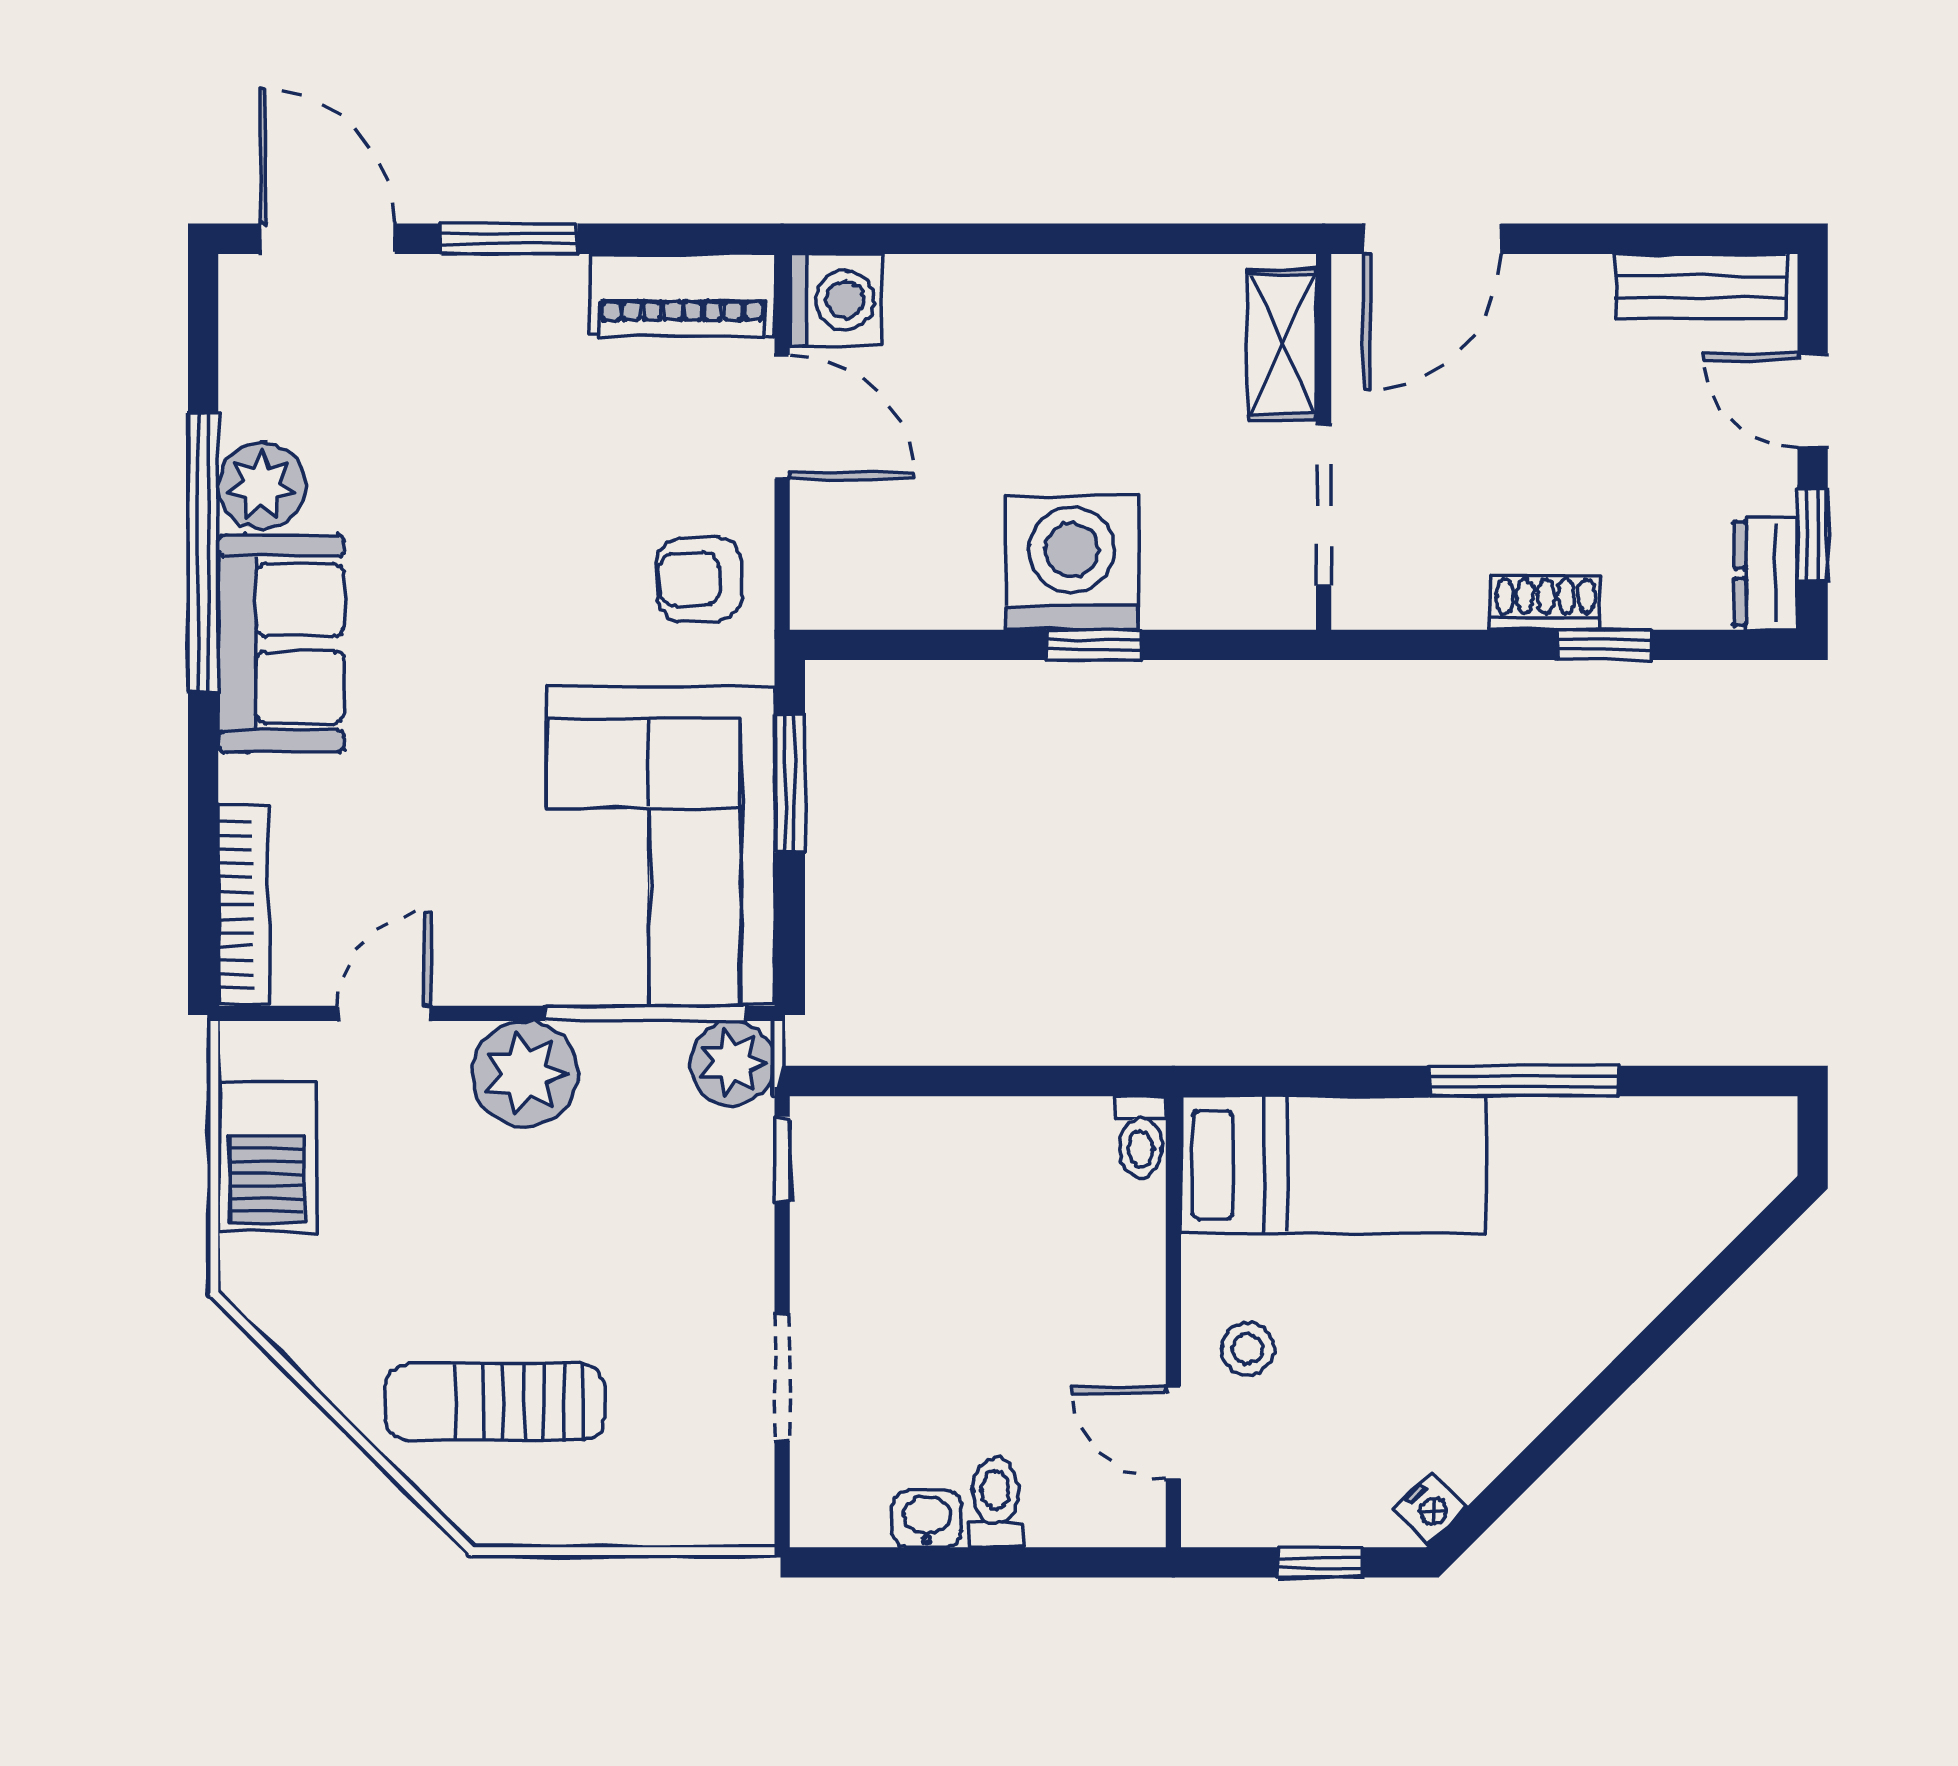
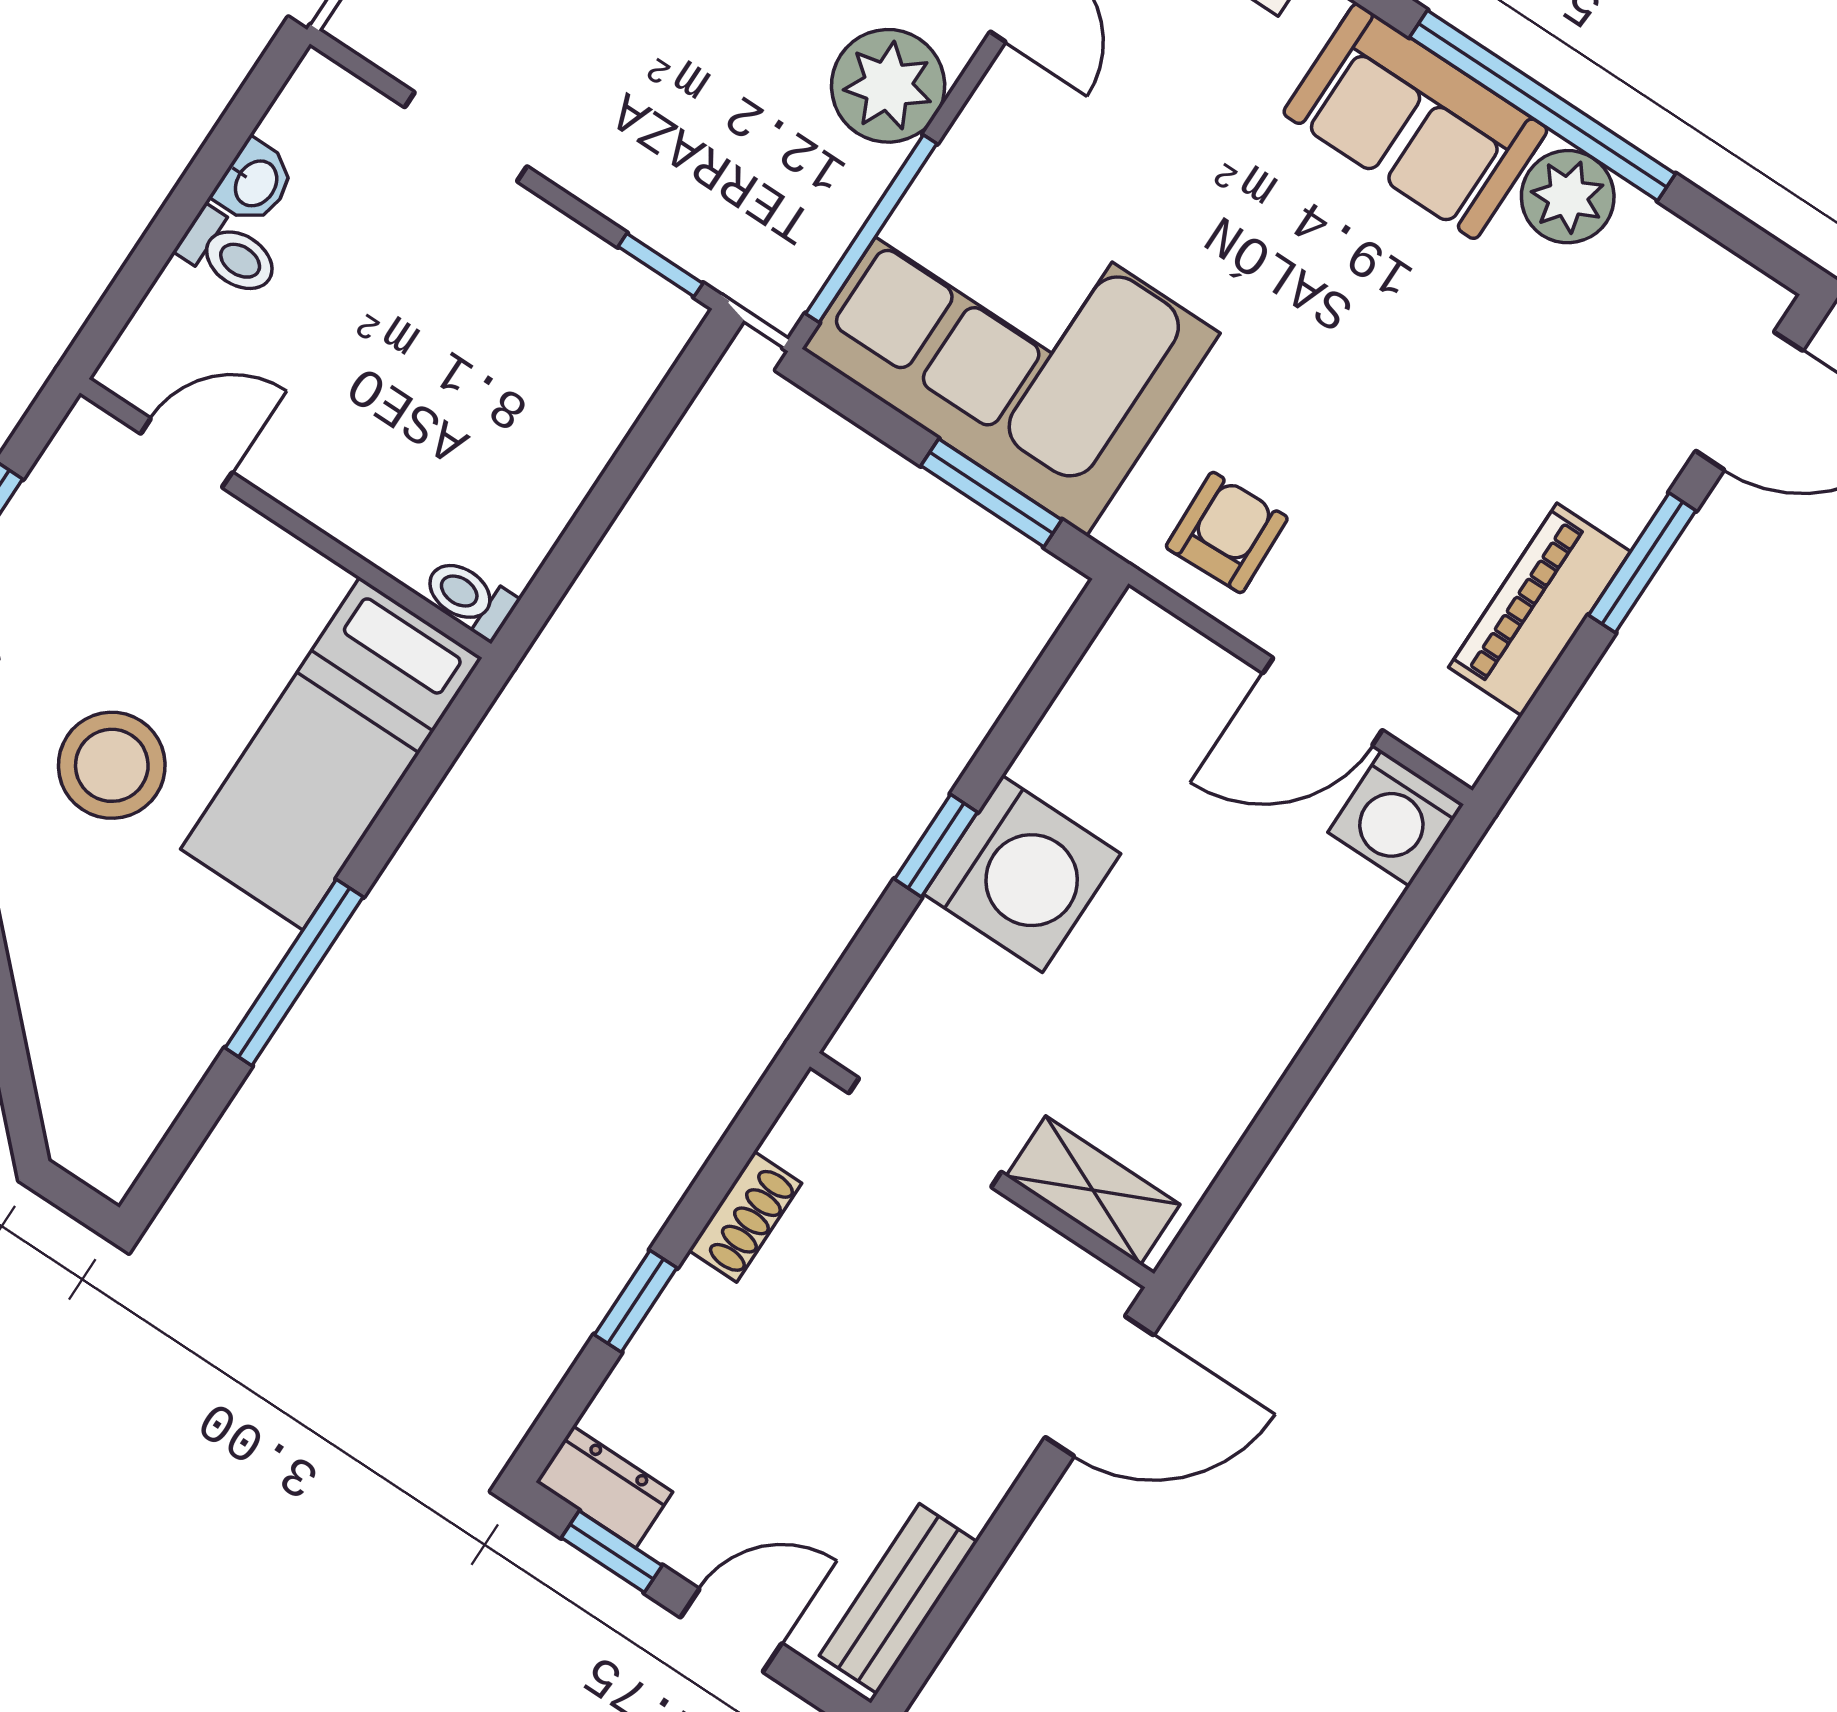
door: (1432, 239) -> (1099, 1386), swing flipped
piano: (682, 295) -> (1540, 609), moved
shoe rack: (1546, 603) -> (745, 1217), moved
plant: (732, 1063) -> (776, 277), removed
stool: (1248, 1349) -> (112, 765), moved, width x1.89, depth x1.89

